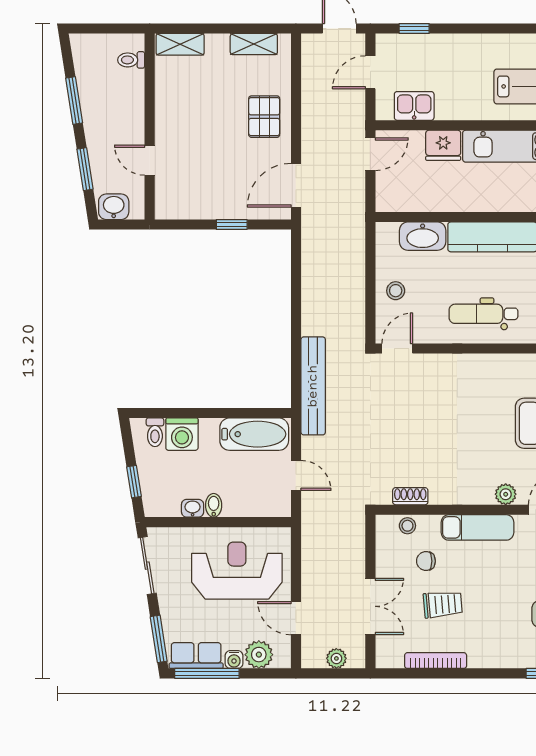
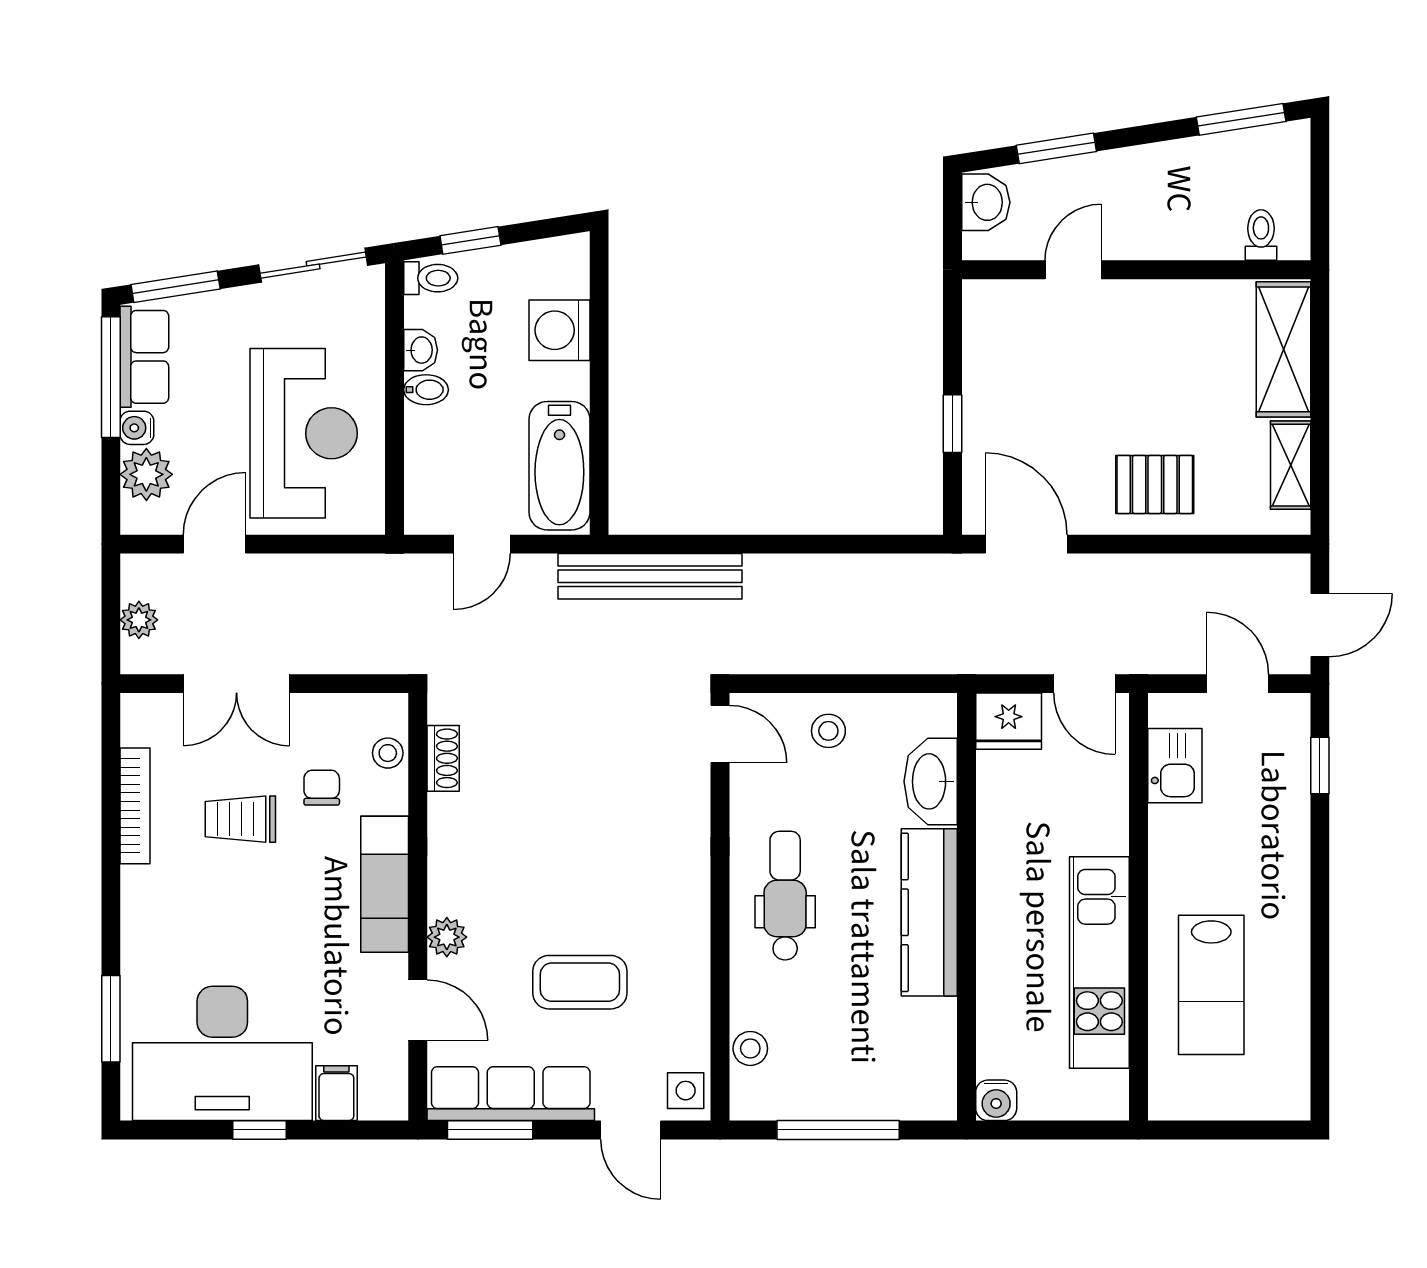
shelving: (180, 44) -> (1283, 349), width x1.50, depth x1.33
window: (74, 101) -> (1241, 119), moved
fridge: (443, 145) -> (1009, 721), moved, turned -90
toilet: (155, 432) -> (431, 278), moved, turned 180
trolley: (443, 604) -> (240, 819), turned 95

